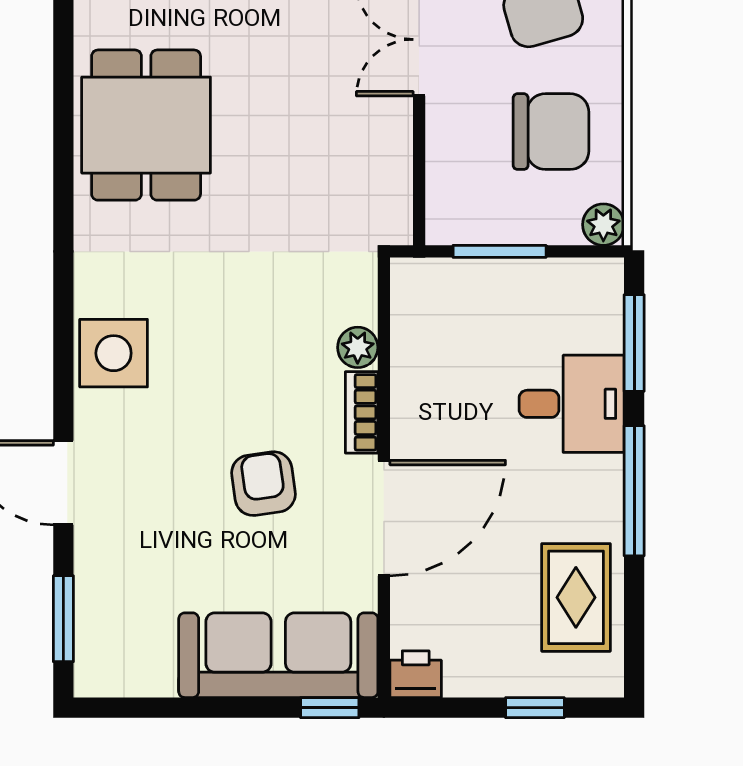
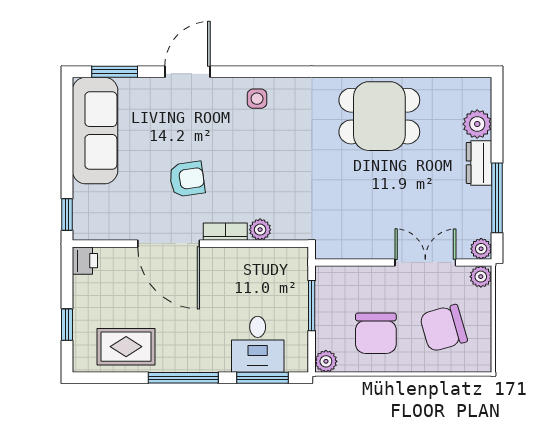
side table: (114, 353) -> (257, 99), width x0.54, depth x0.54
desk: (572, 404) -> (258, 344), moved
sofa: (278, 655) -> (95, 131), moved

